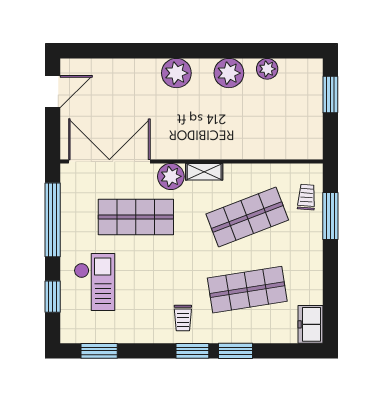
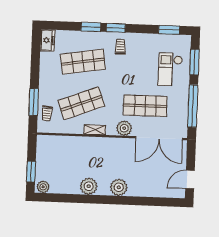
plant: (267, 69) -> (43, 187), moved
shelving: (204, 172) -> (95, 130), moved
window: (53, 297) -> (195, 62), width x1.44

